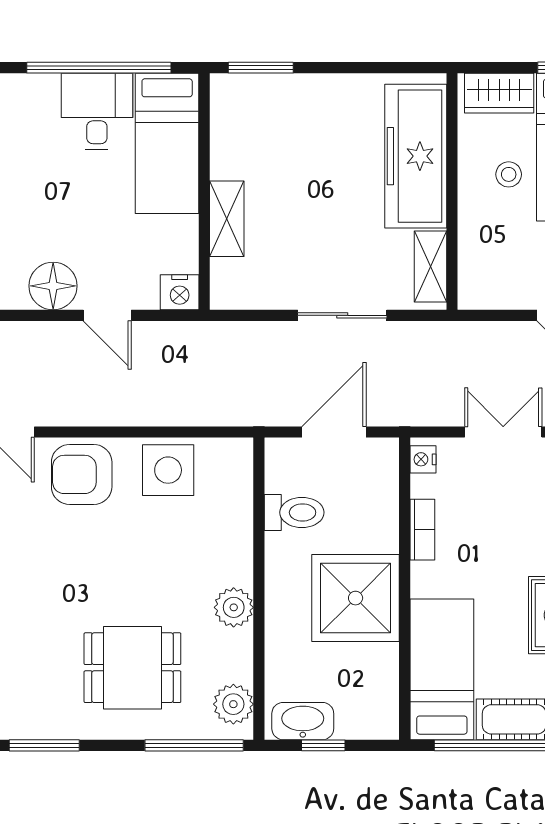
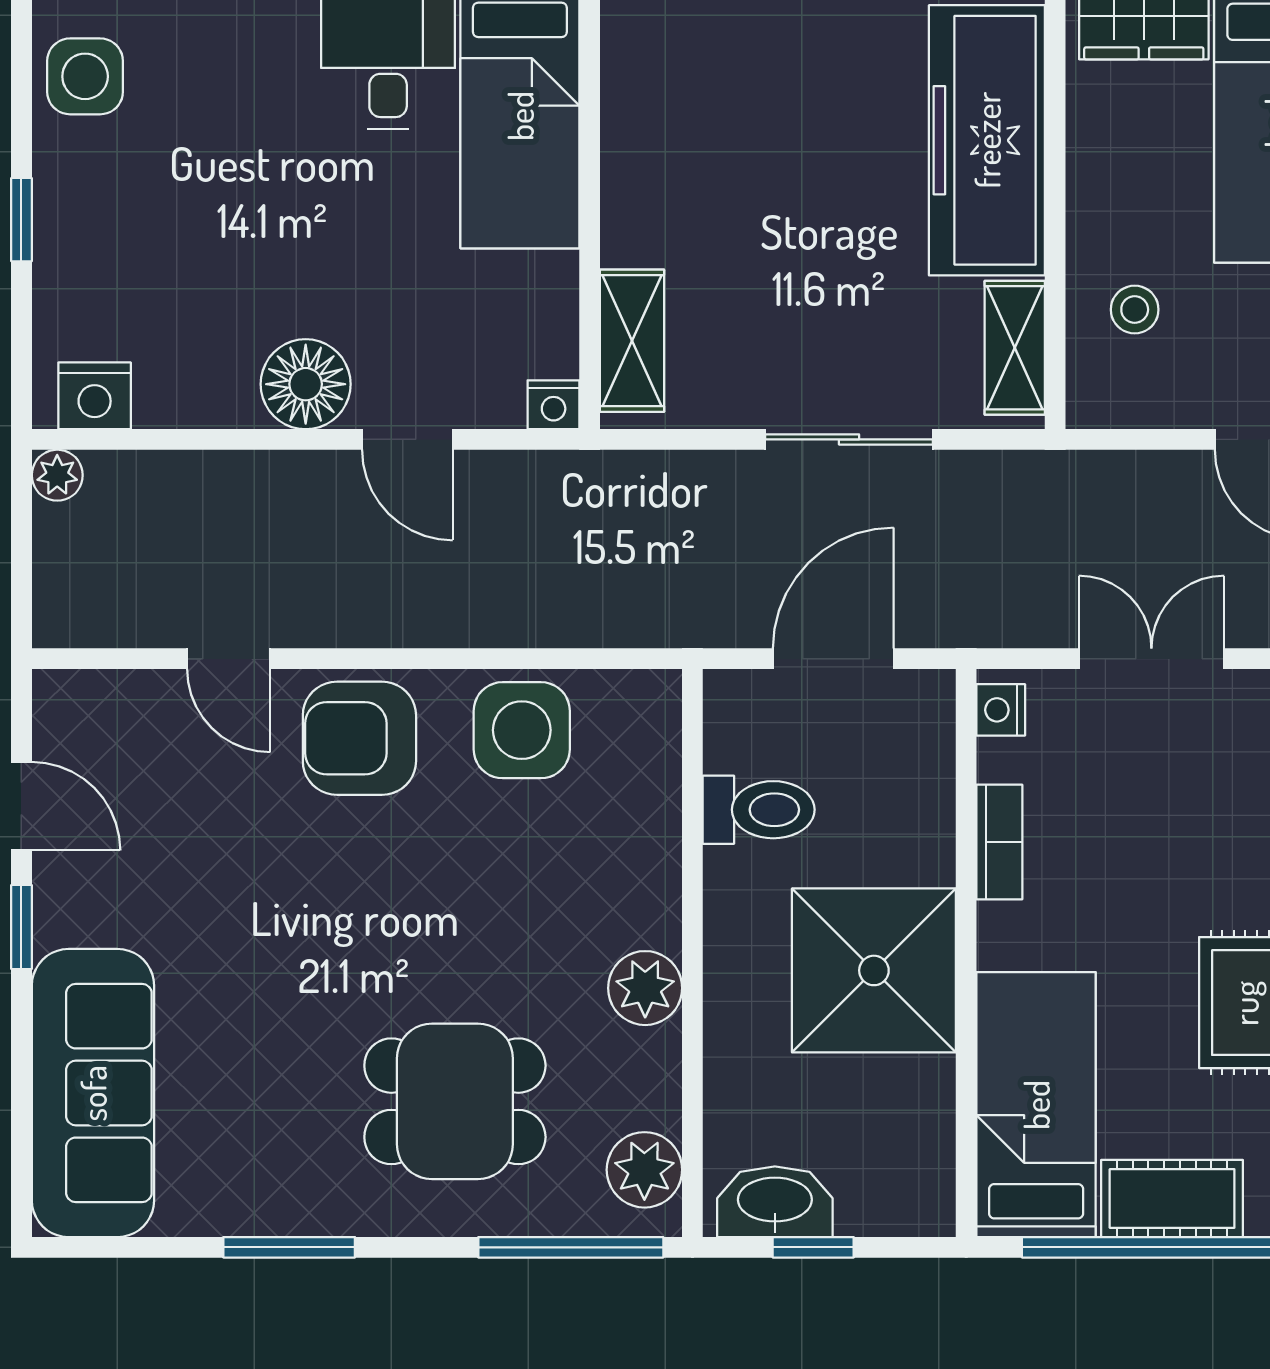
stool: (509, 174) -> (1135, 310), moved
shelving: (227, 219) -> (632, 341), moved
nightstand: (180, 292) -> (554, 405), width x0.72, depth x0.74

